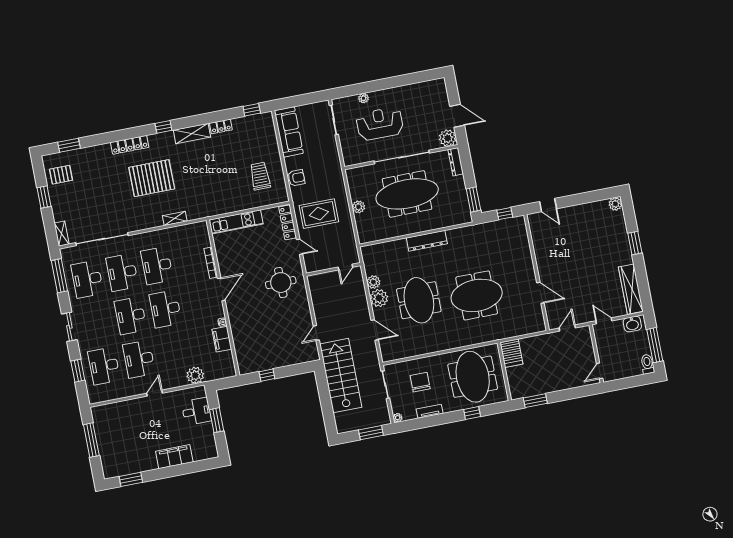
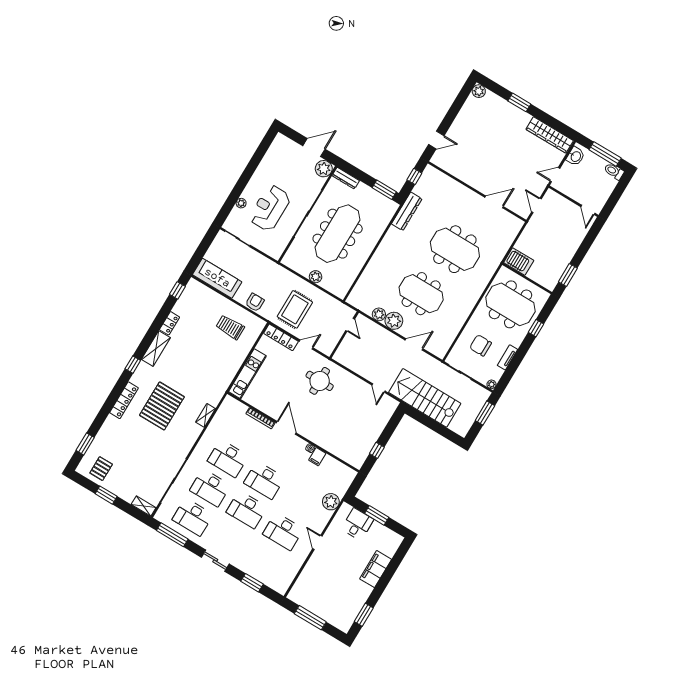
dresser: (427, 241) -> (407, 211), moved
meeting table: (477, 295) -> (455, 249), turned 90
filing cabinet: (222, 339) -> (317, 457), width x0.50
desk: (104, 366) -> (265, 561), removed

